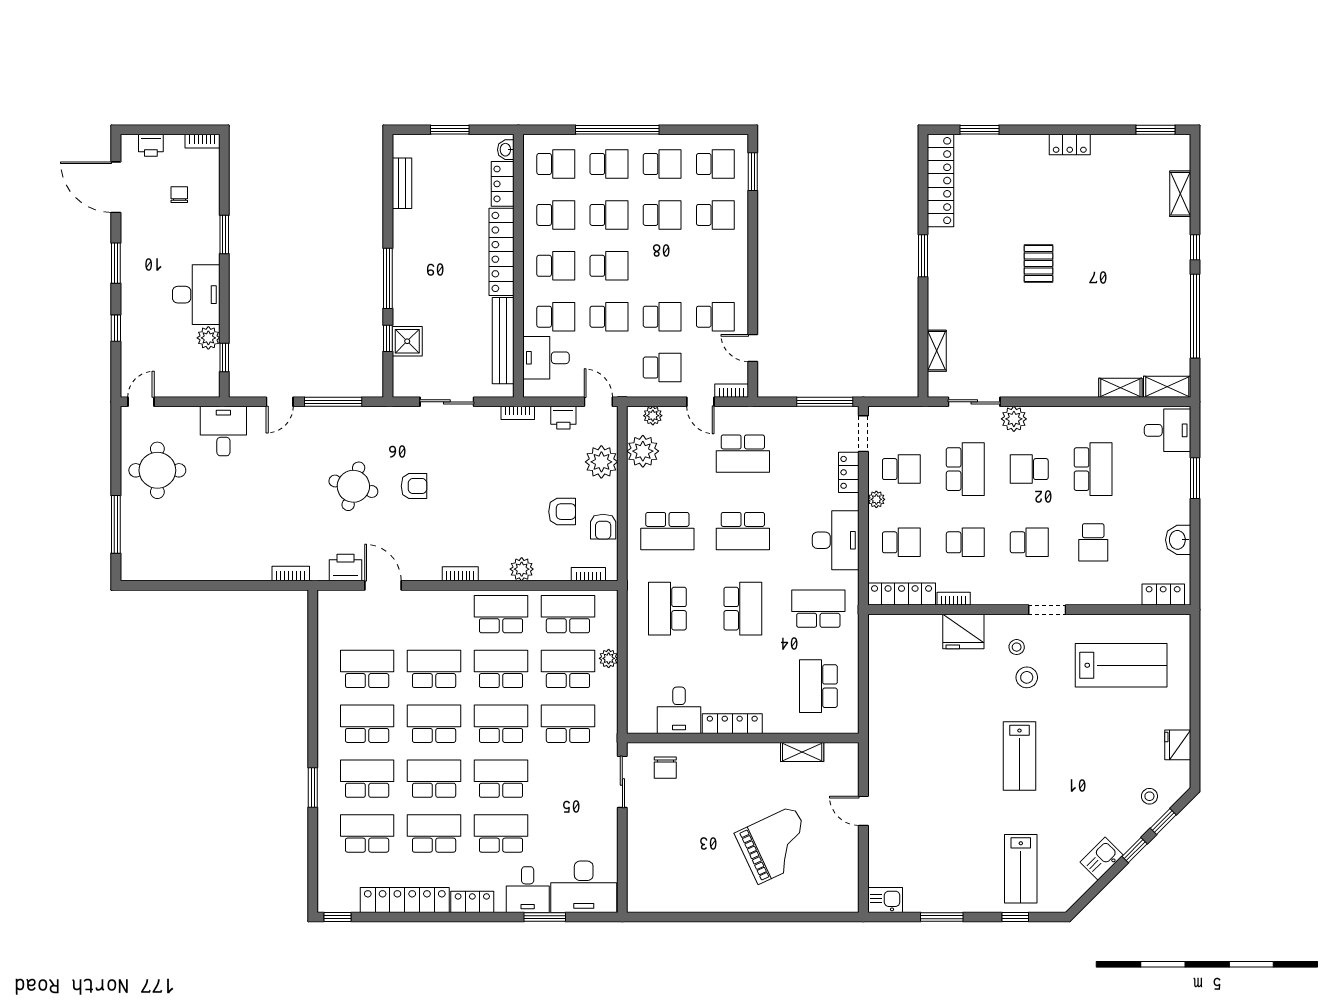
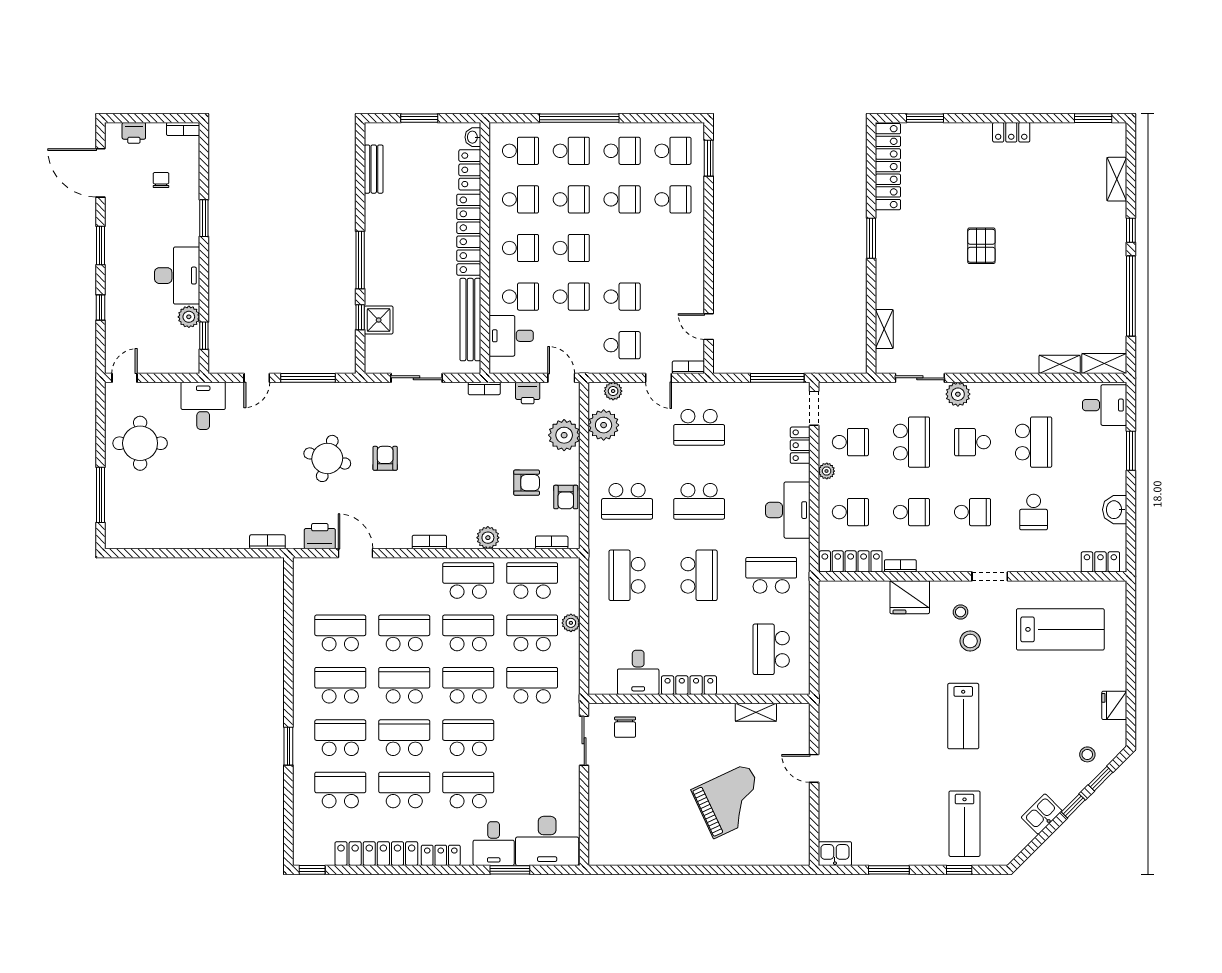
school desk: (715, 317) -> (673, 297), removed
armchair: (414, 486) -> (385, 458), turned -90

